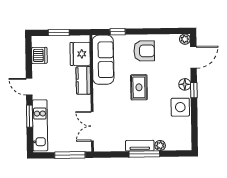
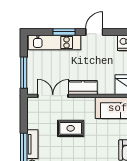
kitchen counter: (83, 80) -> (83, 88), moved
rug: (139, 87) -> (71, 128), moved

